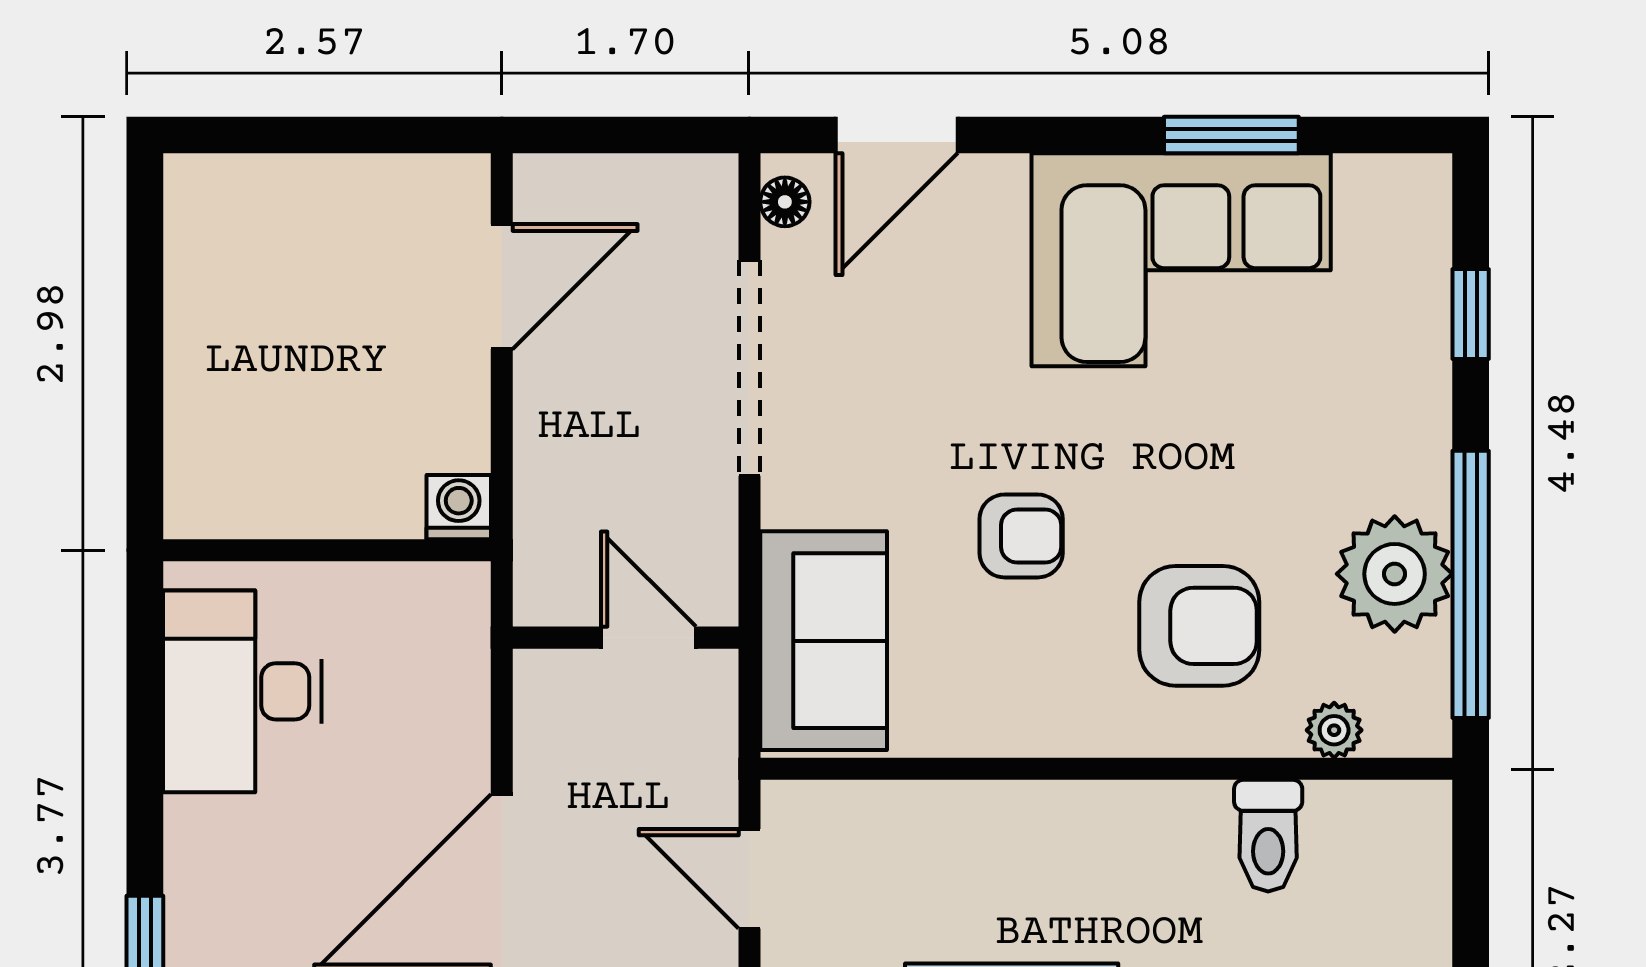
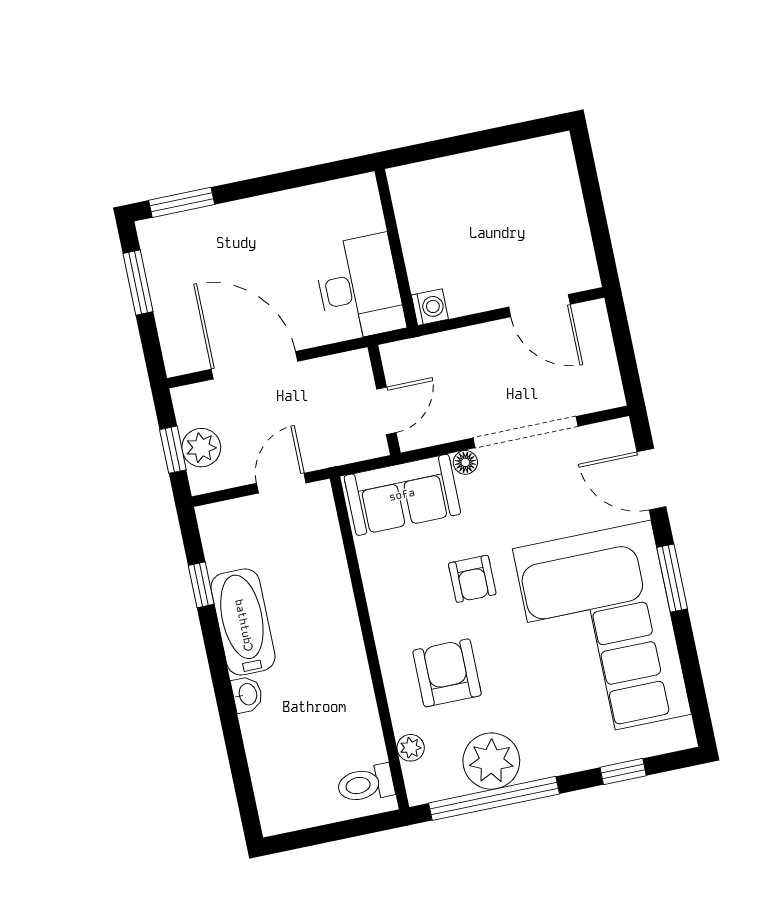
window: (1231, 135) -> (672, 578), moved
floor lamp: (785, 202) -> (465, 462), moved
corner sofa: (1181, 260) -> (602, 632), width x1.36, depth x1.36
armchair: (1199, 626) -> (447, 673), turned 180
desk: (242, 691) -> (359, 288), moved, turned 90
toilet: (1268, 836) -> (366, 784), moved

